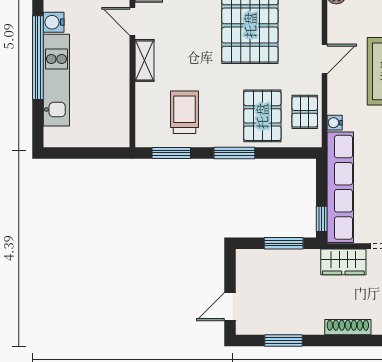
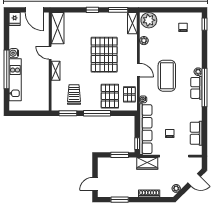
door: (324, 59) -> (138, 70), hinge flipped
window: (234, 153) -> (97, 113), width x1.44

